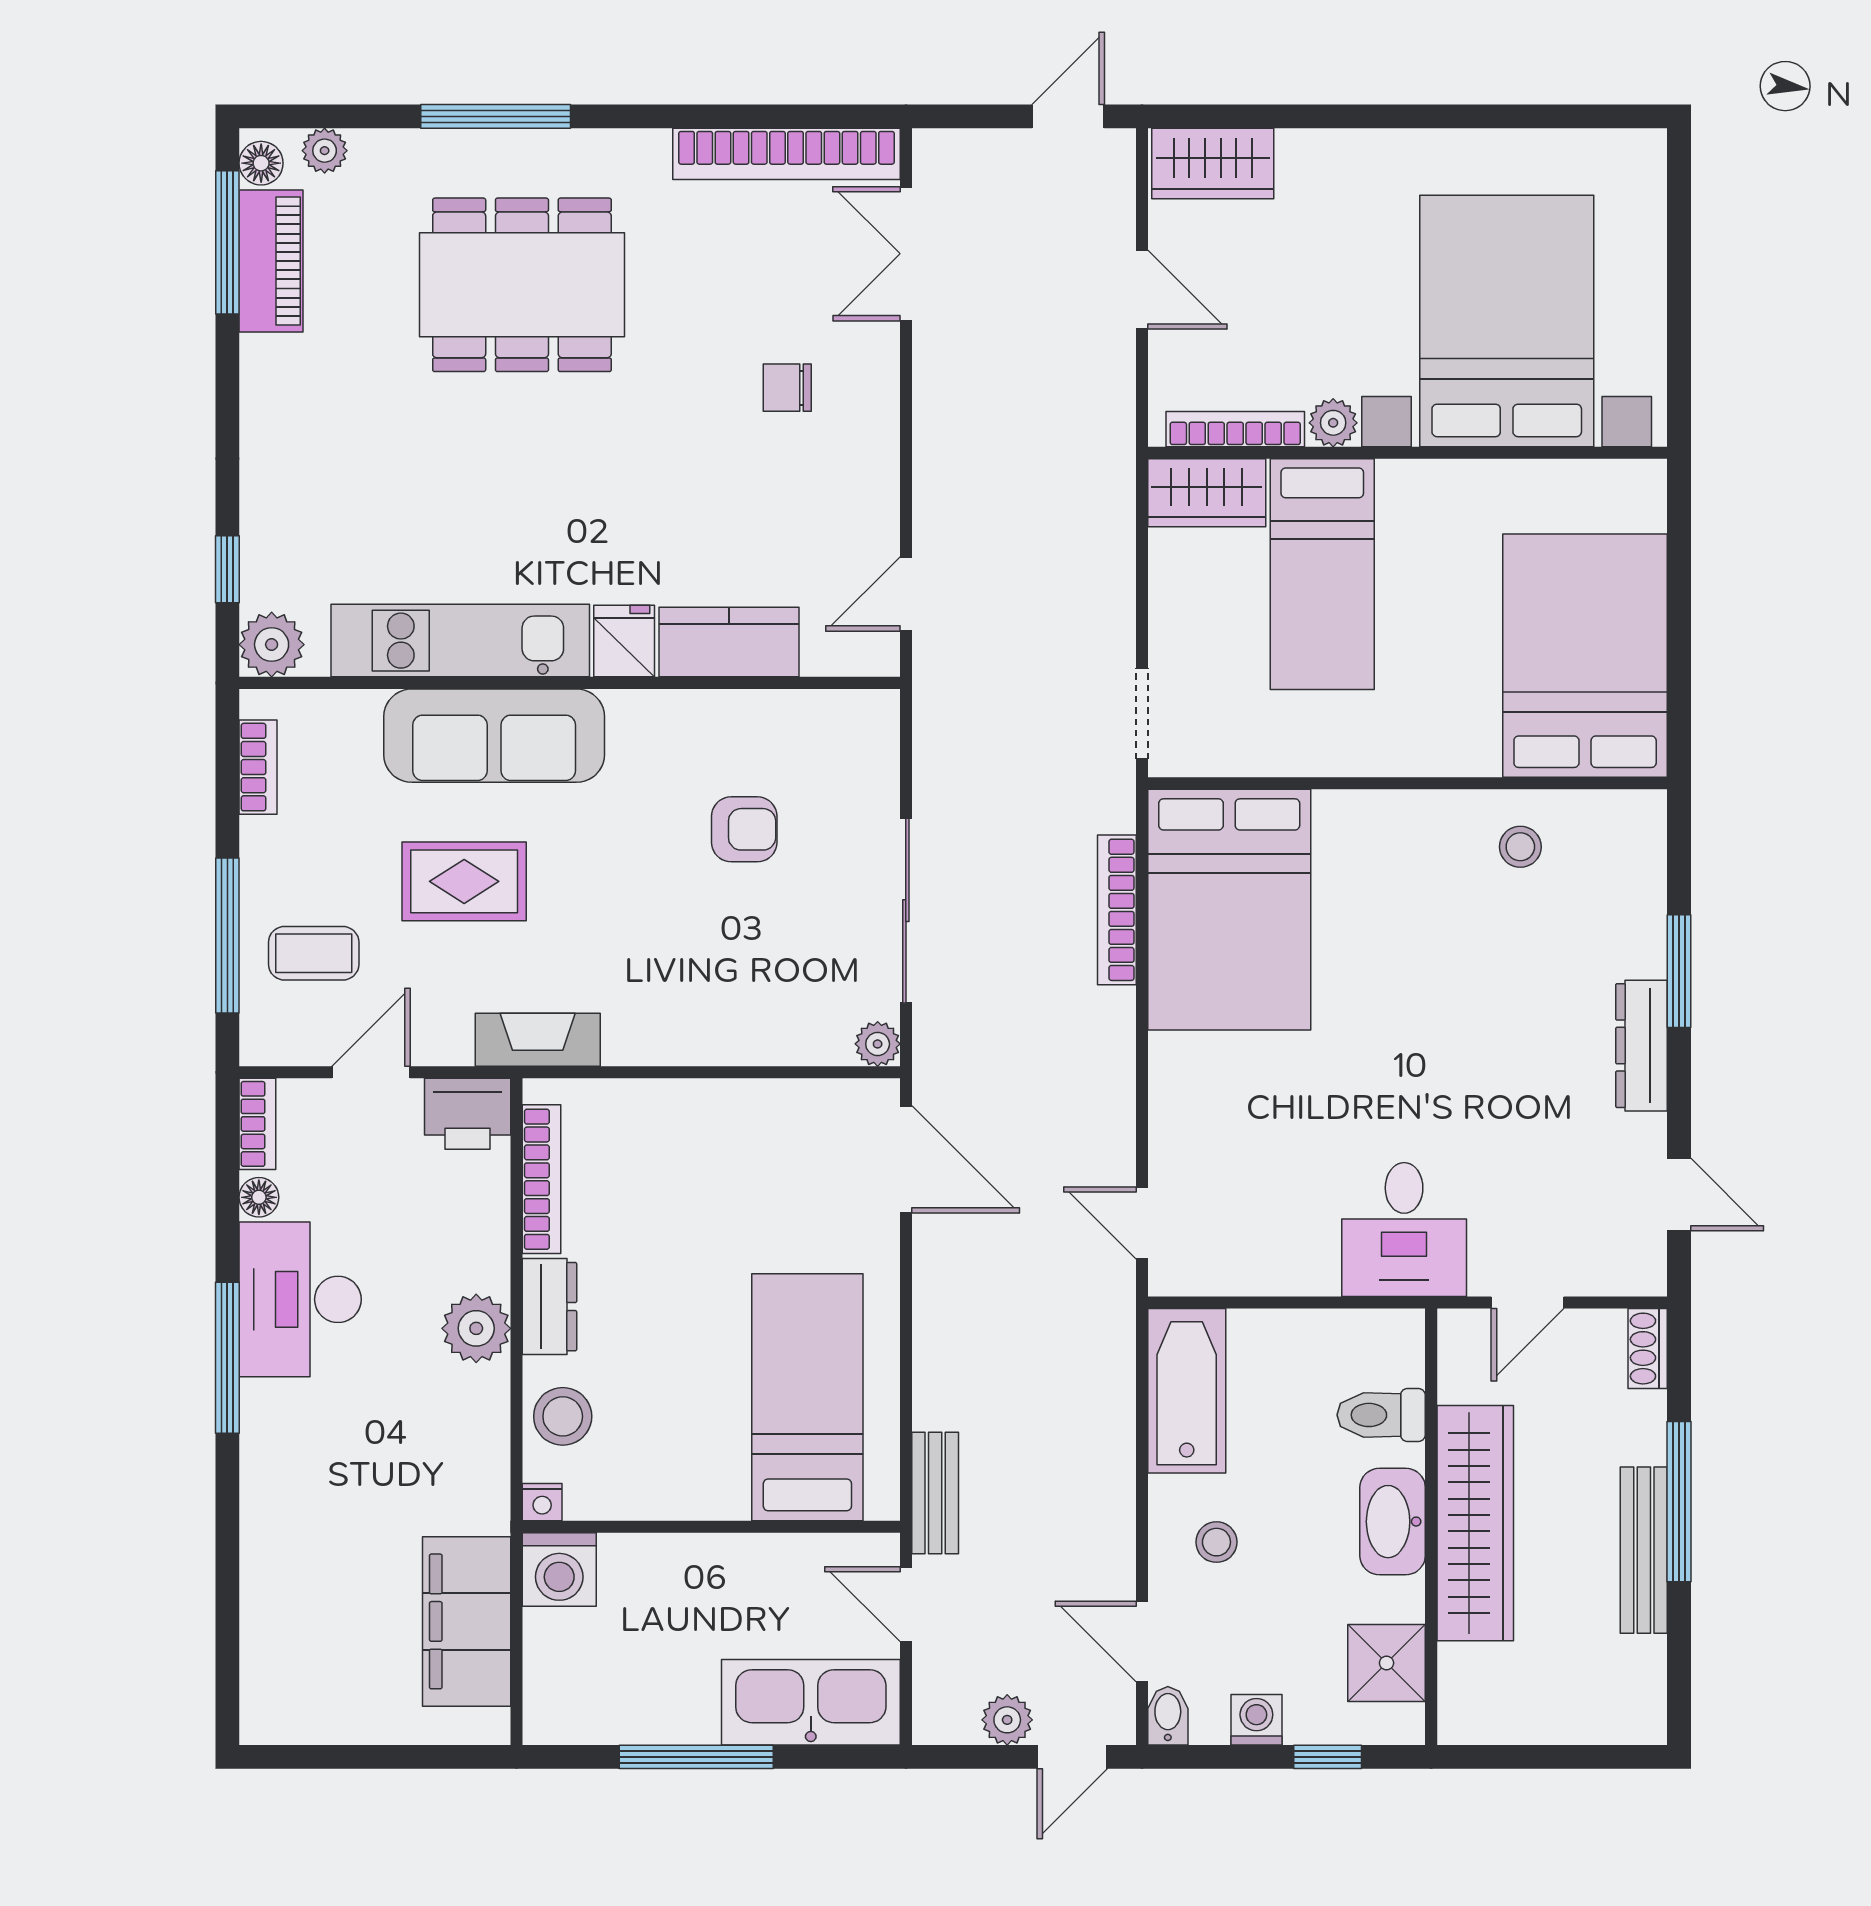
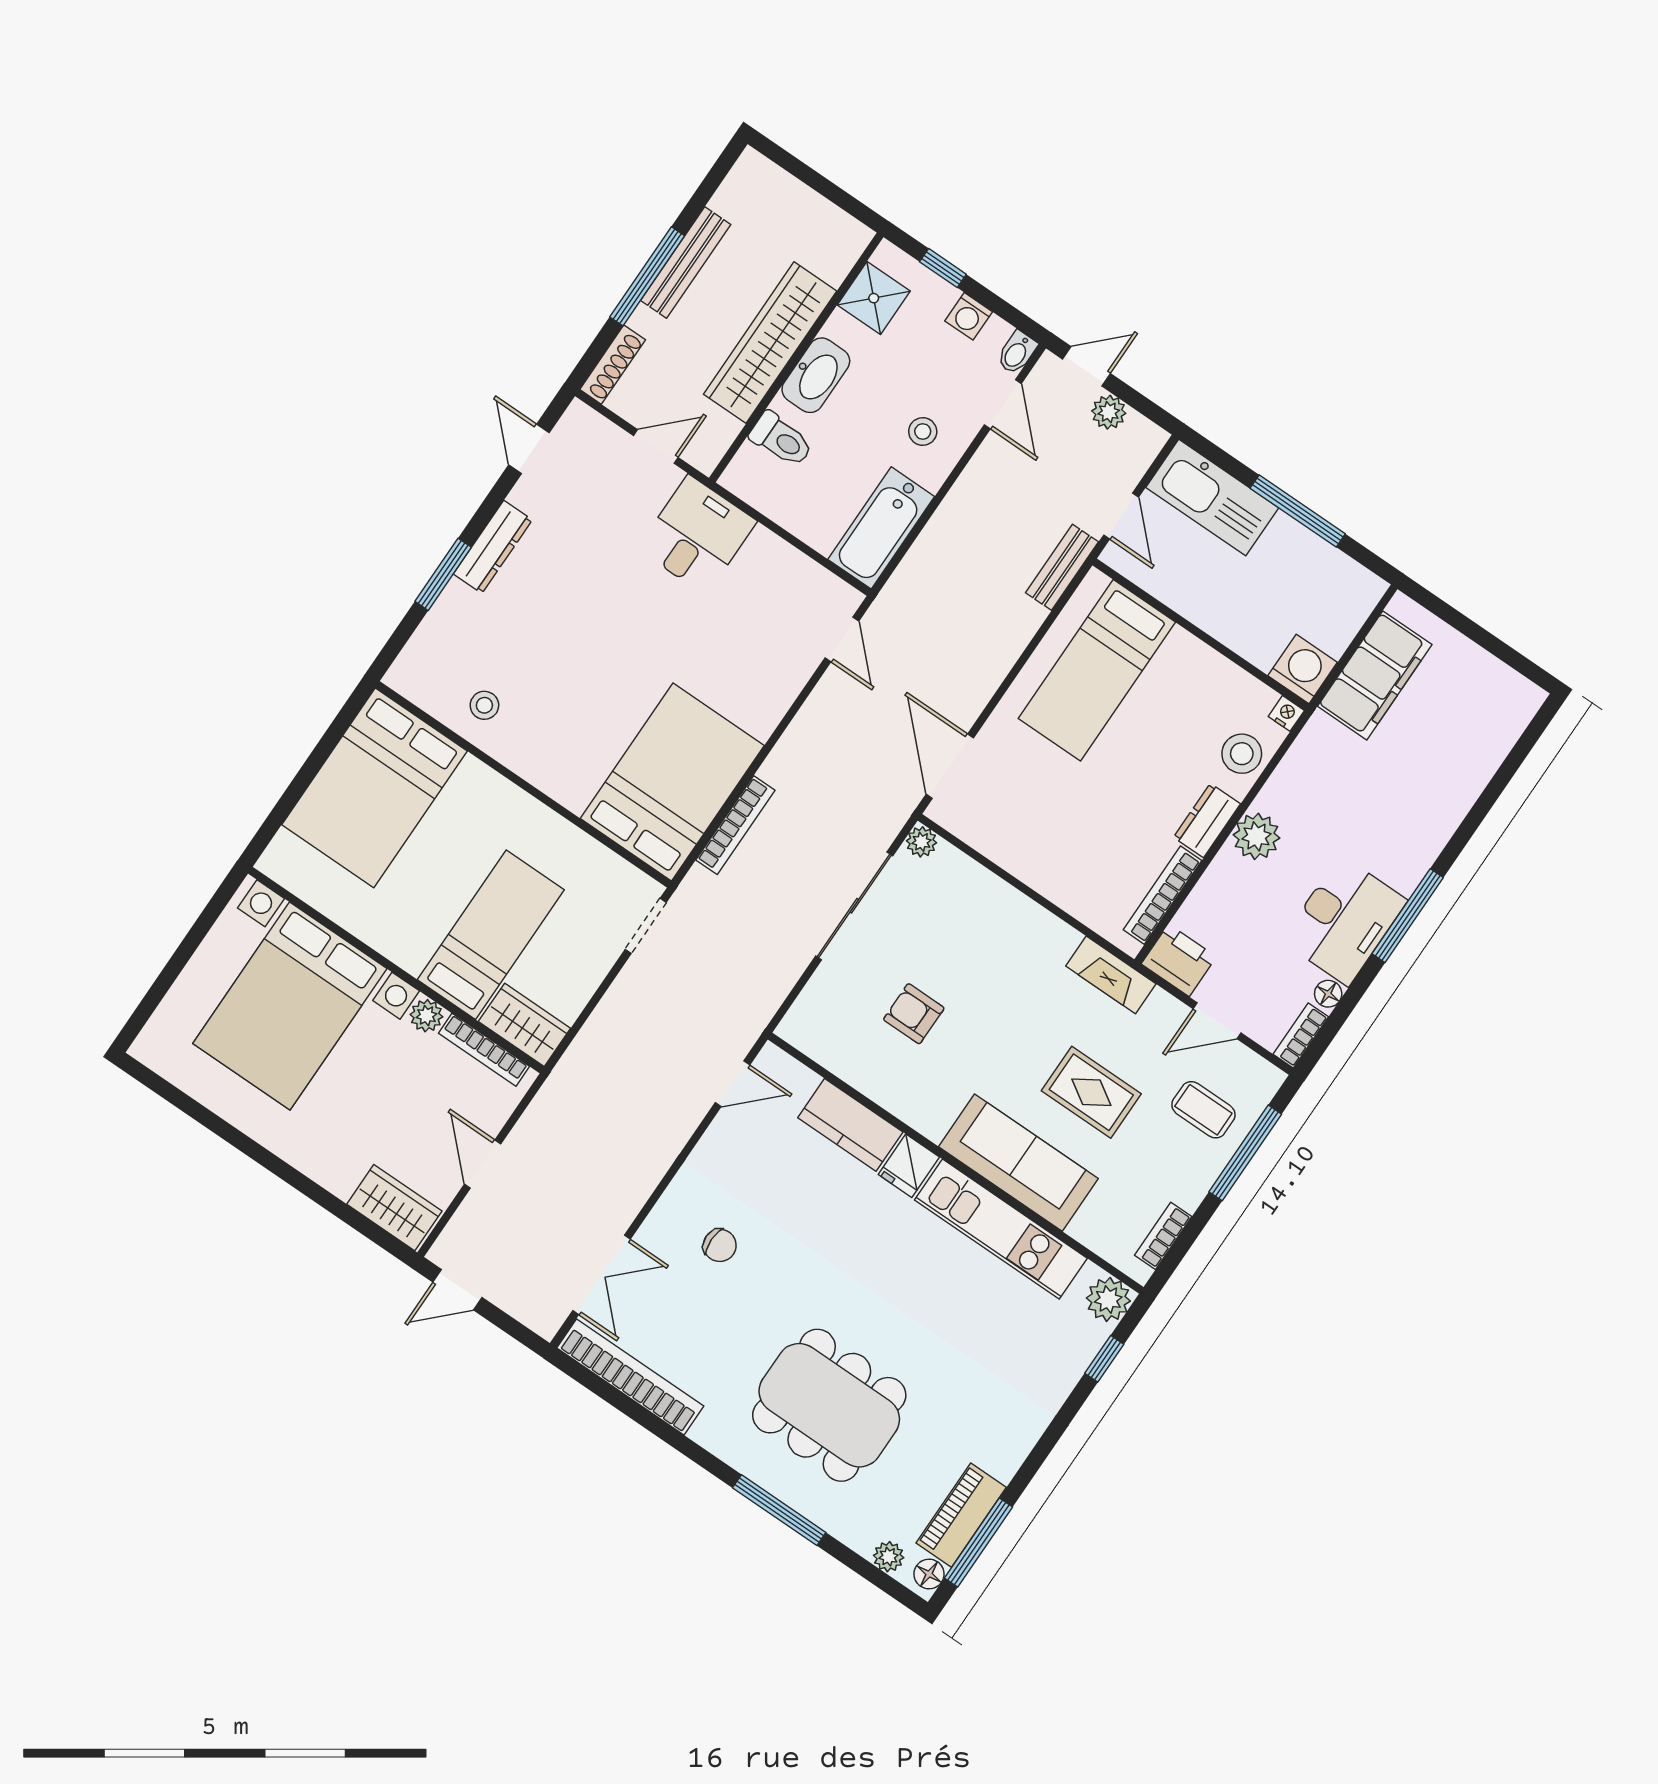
shoe rack: (1648, 1349) -> (613, 365), width x1.43

